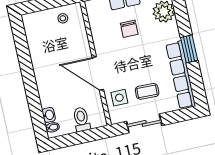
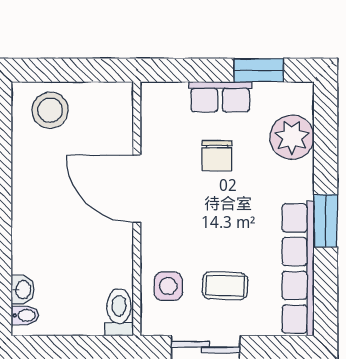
stool: (63, 18) -> (50, 110), moved, width x1.89, depth x1.89
door: (98, 73) -> (137, 189), moved
toilet: (81, 119) -> (119, 312), moved

